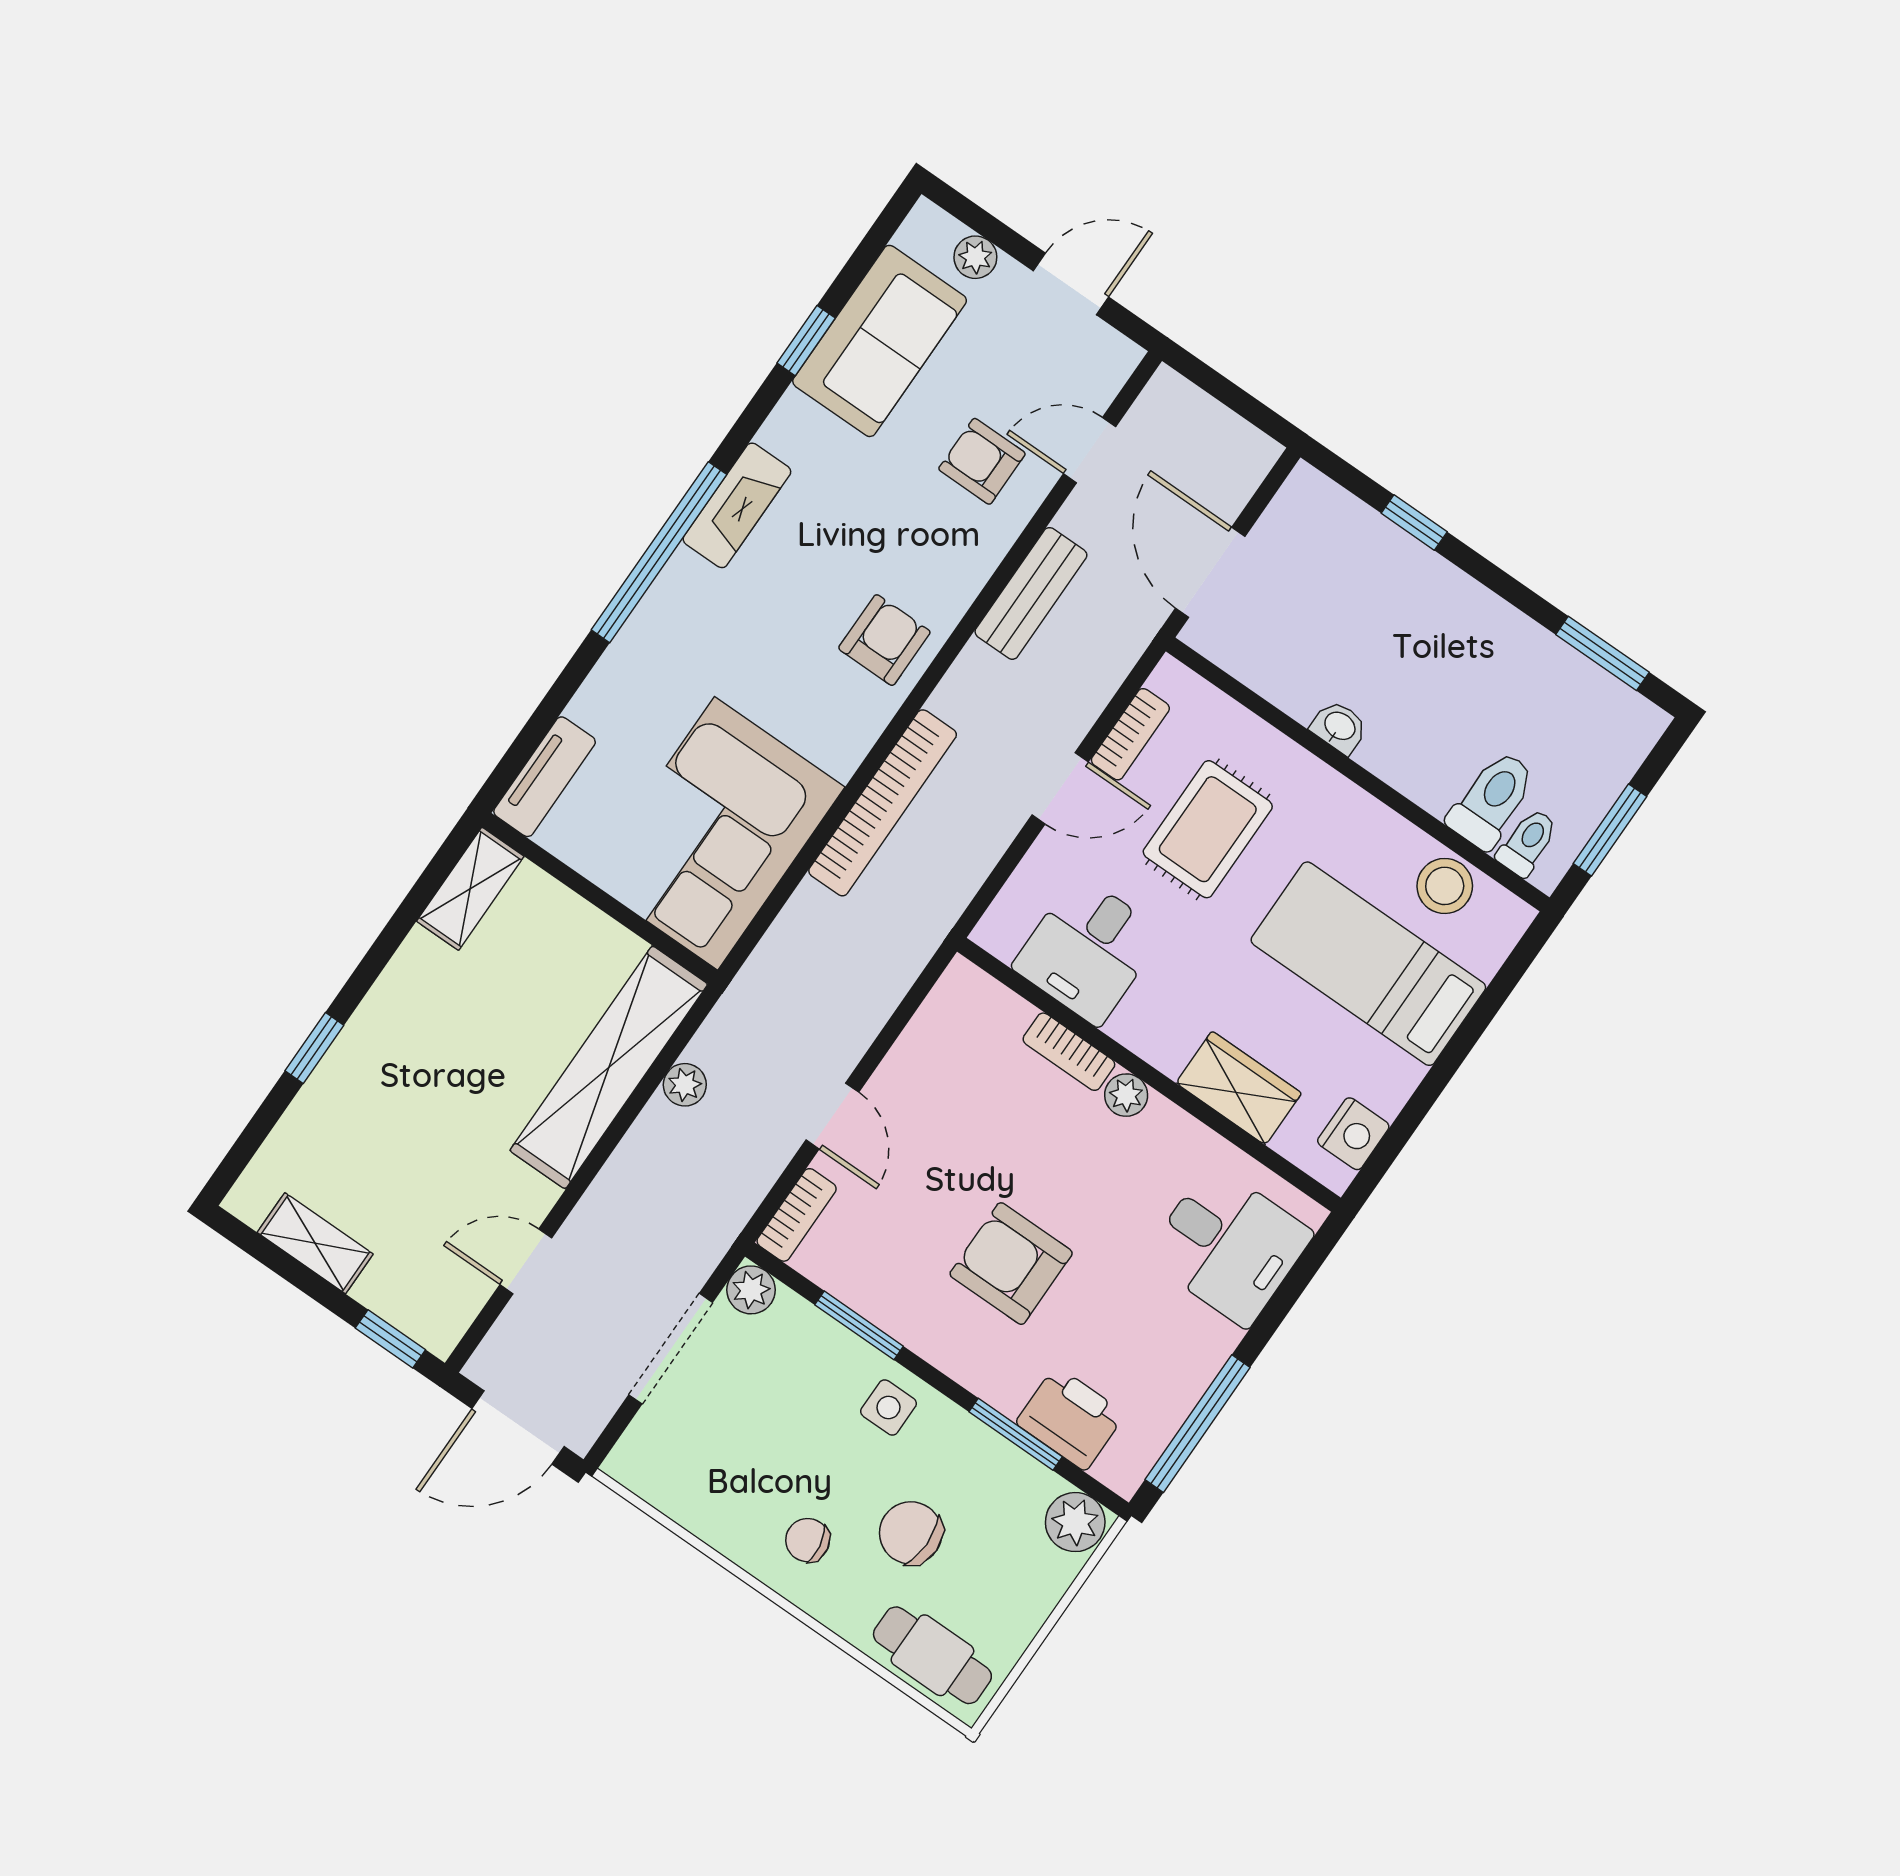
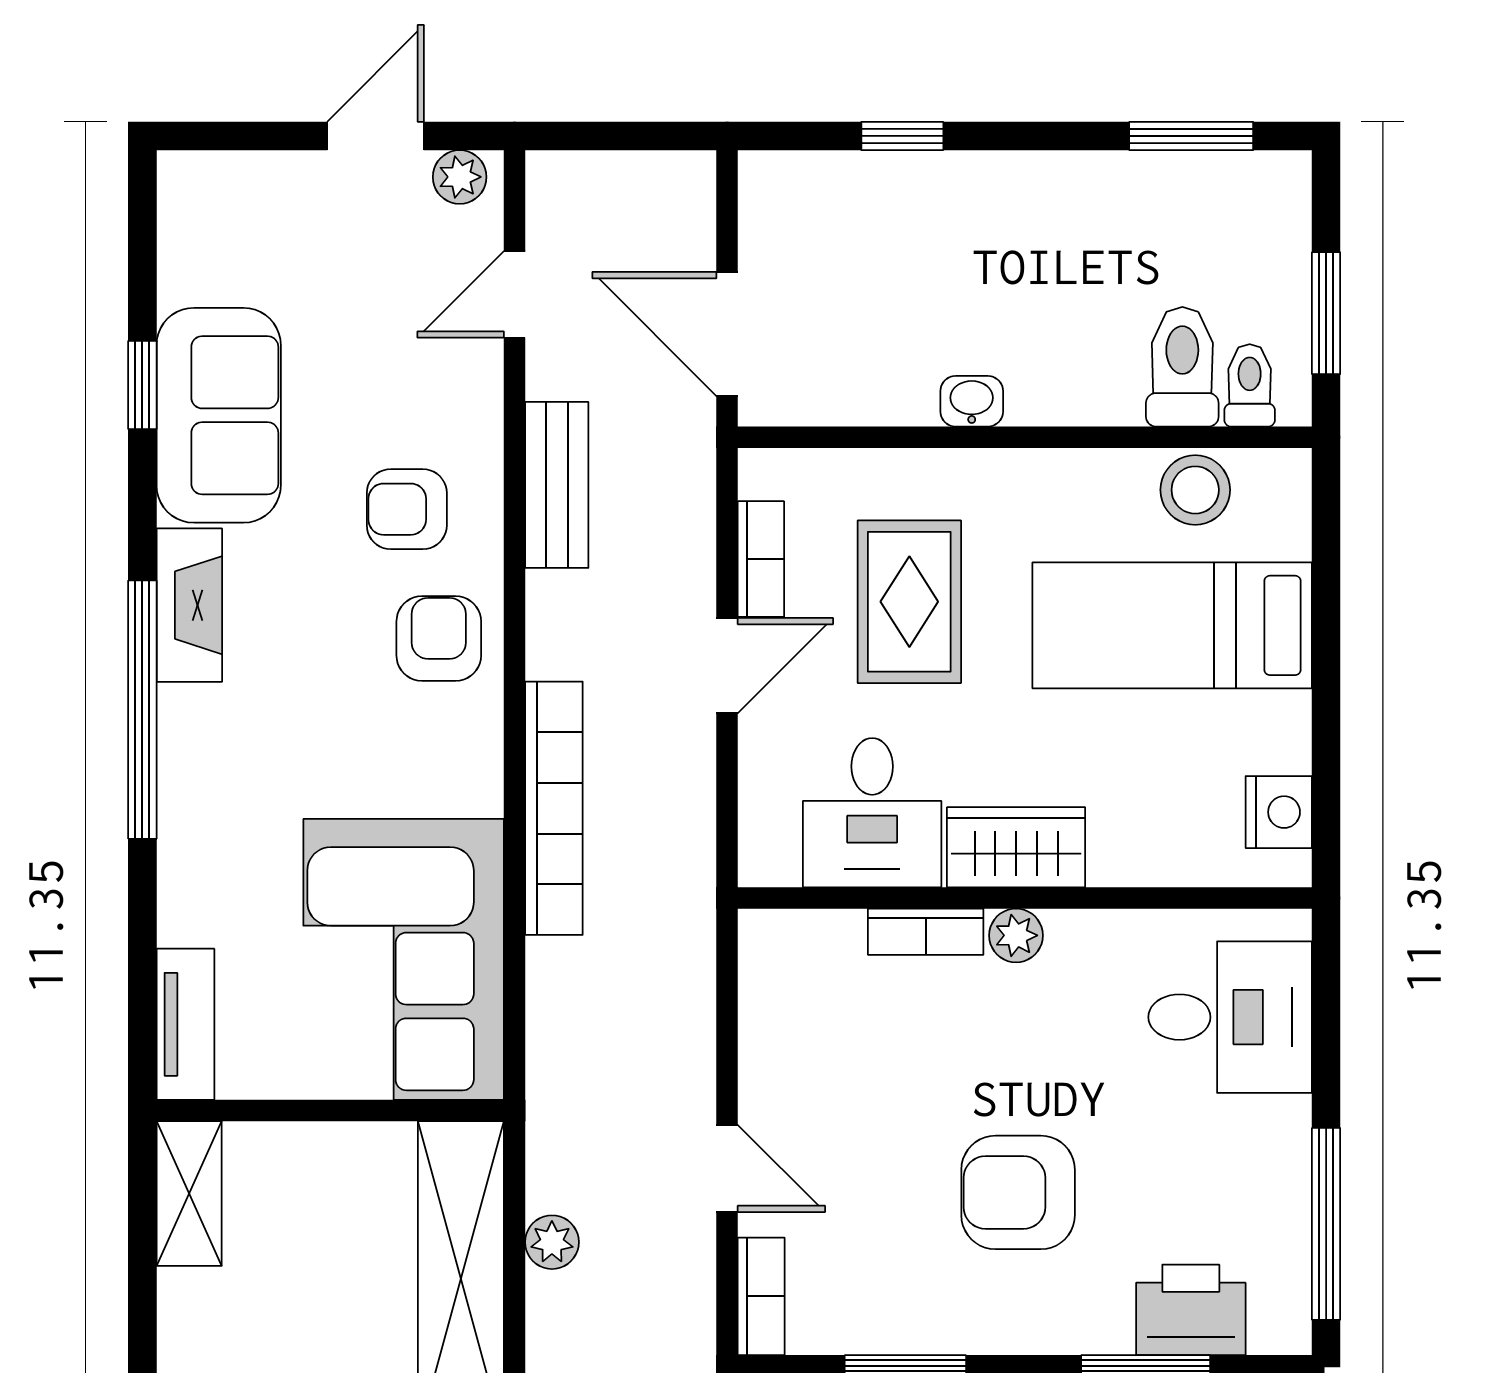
plant: (975, 257) -> (460, 177), moved
sofa: (880, 341) -> (219, 415), moved
armchair: (982, 461) -> (407, 509), moved
wardrobe: (1239, 1088) -> (1016, 847), moved

